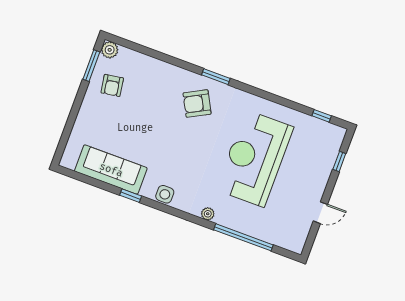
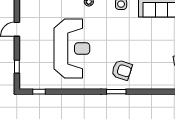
armchair: (197, 104) -> (122, 70), turned 46

